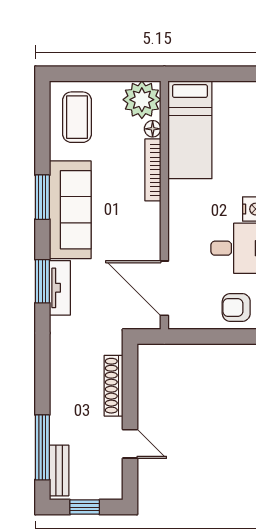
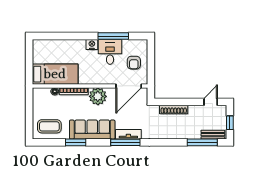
plant: (142, 100) -> (98, 96), moved
window: (42, 197) -> (76, 142), moved
window: (42, 281) -> (125, 142), width x1.44
armchair: (236, 308) -> (134, 63), moved
door: (130, 444) -> (211, 102), moved

